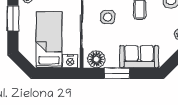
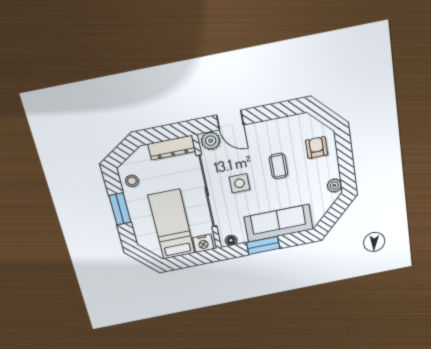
sofa: (139, 57) -> (279, 223), width x1.36
floor lamp: (96, 59) -> (231, 240), width x0.53, depth x0.53

